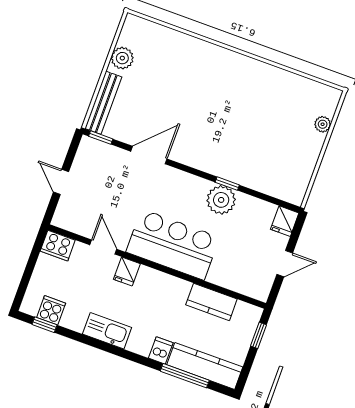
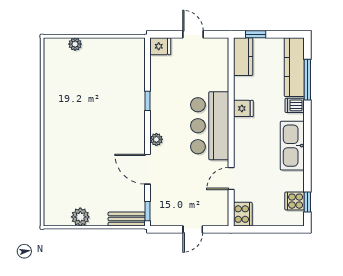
bench: (103, 103) -> (127, 219), width x0.73
plant: (221, 200) -> (156, 139), moved, width x0.53, depth x0.53
fridge: (127, 272) -> (243, 108), moved
kitchen counter: (211, 302) -> (243, 57), moved
kitchen sink: (107, 331) -> (292, 146), width x1.36, depth x1.24

